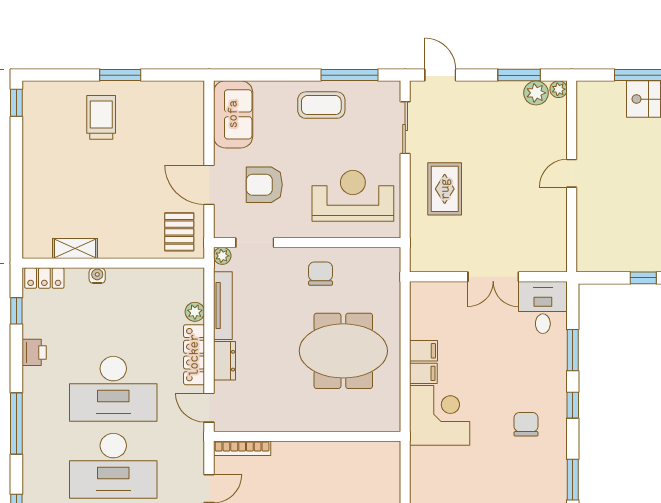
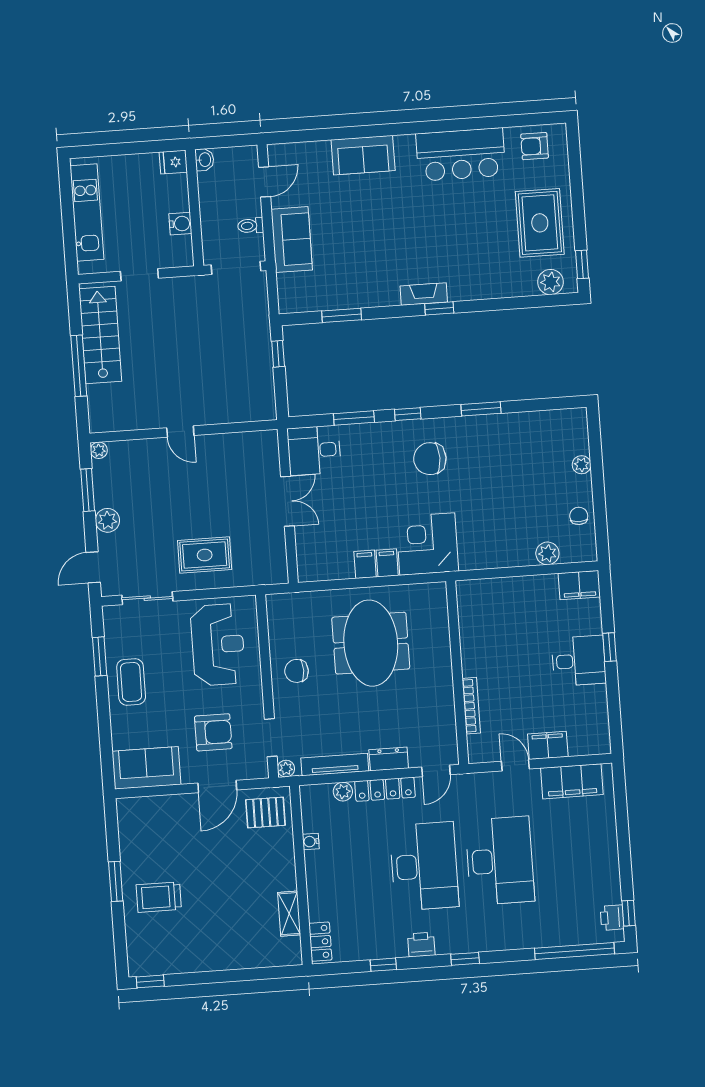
window: (349, 75) -> (100, 656), width x0.69
plant: (536, 93) -> (107, 520), moved
armchair: (264, 185) -> (213, 732), turned -90
reception desk: (353, 196) -> (218, 645), turned 180
water cooler: (97, 276) -> (311, 841), moved
window: (16, 311) -> (383, 965), moved
printer: (34, 352) -> (421, 945), moved
window: (16, 424) -> (465, 959), width x0.46
chair: (526, 424) -> (430, 459), width x1.37, depth x1.37
bookcase: (242, 448) -> (471, 706), moved

